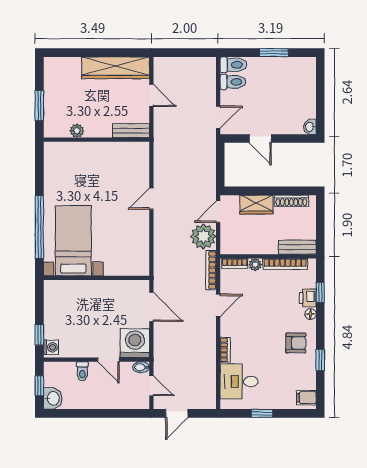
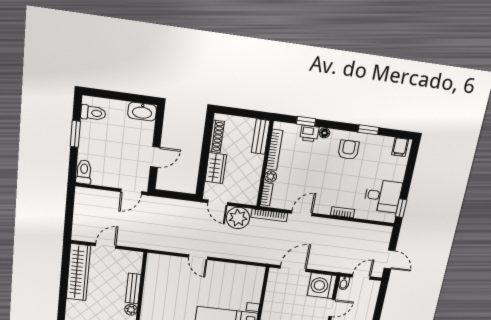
toilet: (233, 82) -> (93, 113), moved, turned 90
door: (218, 117) -> (131, 192), swing flipped
washbasin: (310, 127) -> (142, 112), width x1.91, depth x1.45
bench: (131, 131) -> (133, 289), moved
door: (218, 305) -> (302, 213), hinge flipped
desk: (239, 381) -> (383, 196), moved, turned -90
window: (262, 413) -> (401, 208), moved

